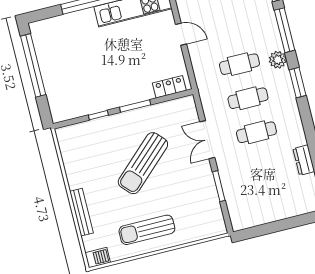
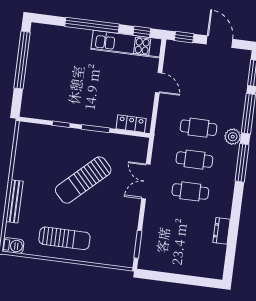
window: (298, 83) -> (242, 163), width x1.44
window: (219, 186) -> (138, 244), moved
sun lounger: (147, 230) -> (64, 238), turned 180

